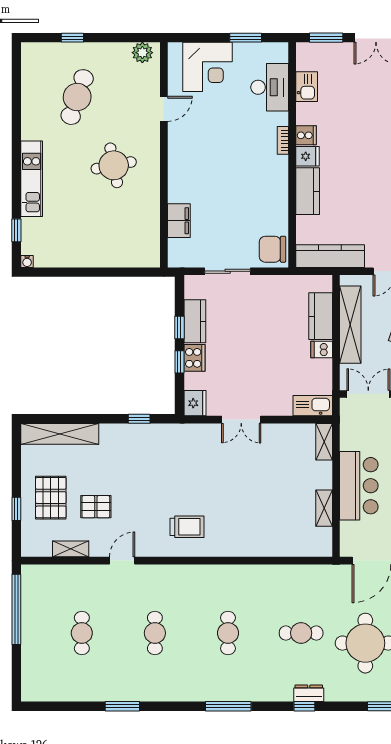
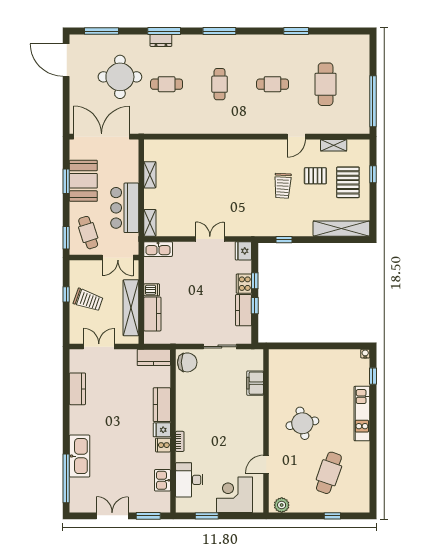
kitchen counter: (330, 256) -> (154, 357), width x0.67
bar counter: (359, 486) -> (125, 208), moved
trolley: (187, 527) -> (283, 186), moved, turned -87
cafe table: (82, 633) -> (326, 84), width x1.37, depth x1.35
cafe table: (155, 633) -> (273, 84), turned 90
window: (304, 706) -> (164, 31), width x2.17

